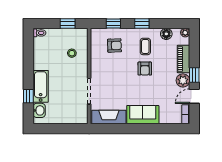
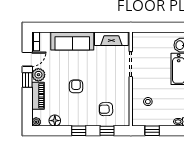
coffee table: (145, 46) -> (76, 108), removed
sofa: (143, 115) -> (72, 41), width x1.36

